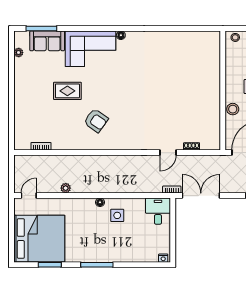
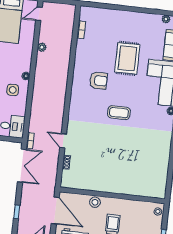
rug: (67, 91) -> (127, 58), width x1.36, depth x1.43
coffee table: (129, 94) -> (119, 113), added
armchair: (96, 121) -> (98, 81), turned -125
door: (29, 196) -> (39, 14), swing flipped

